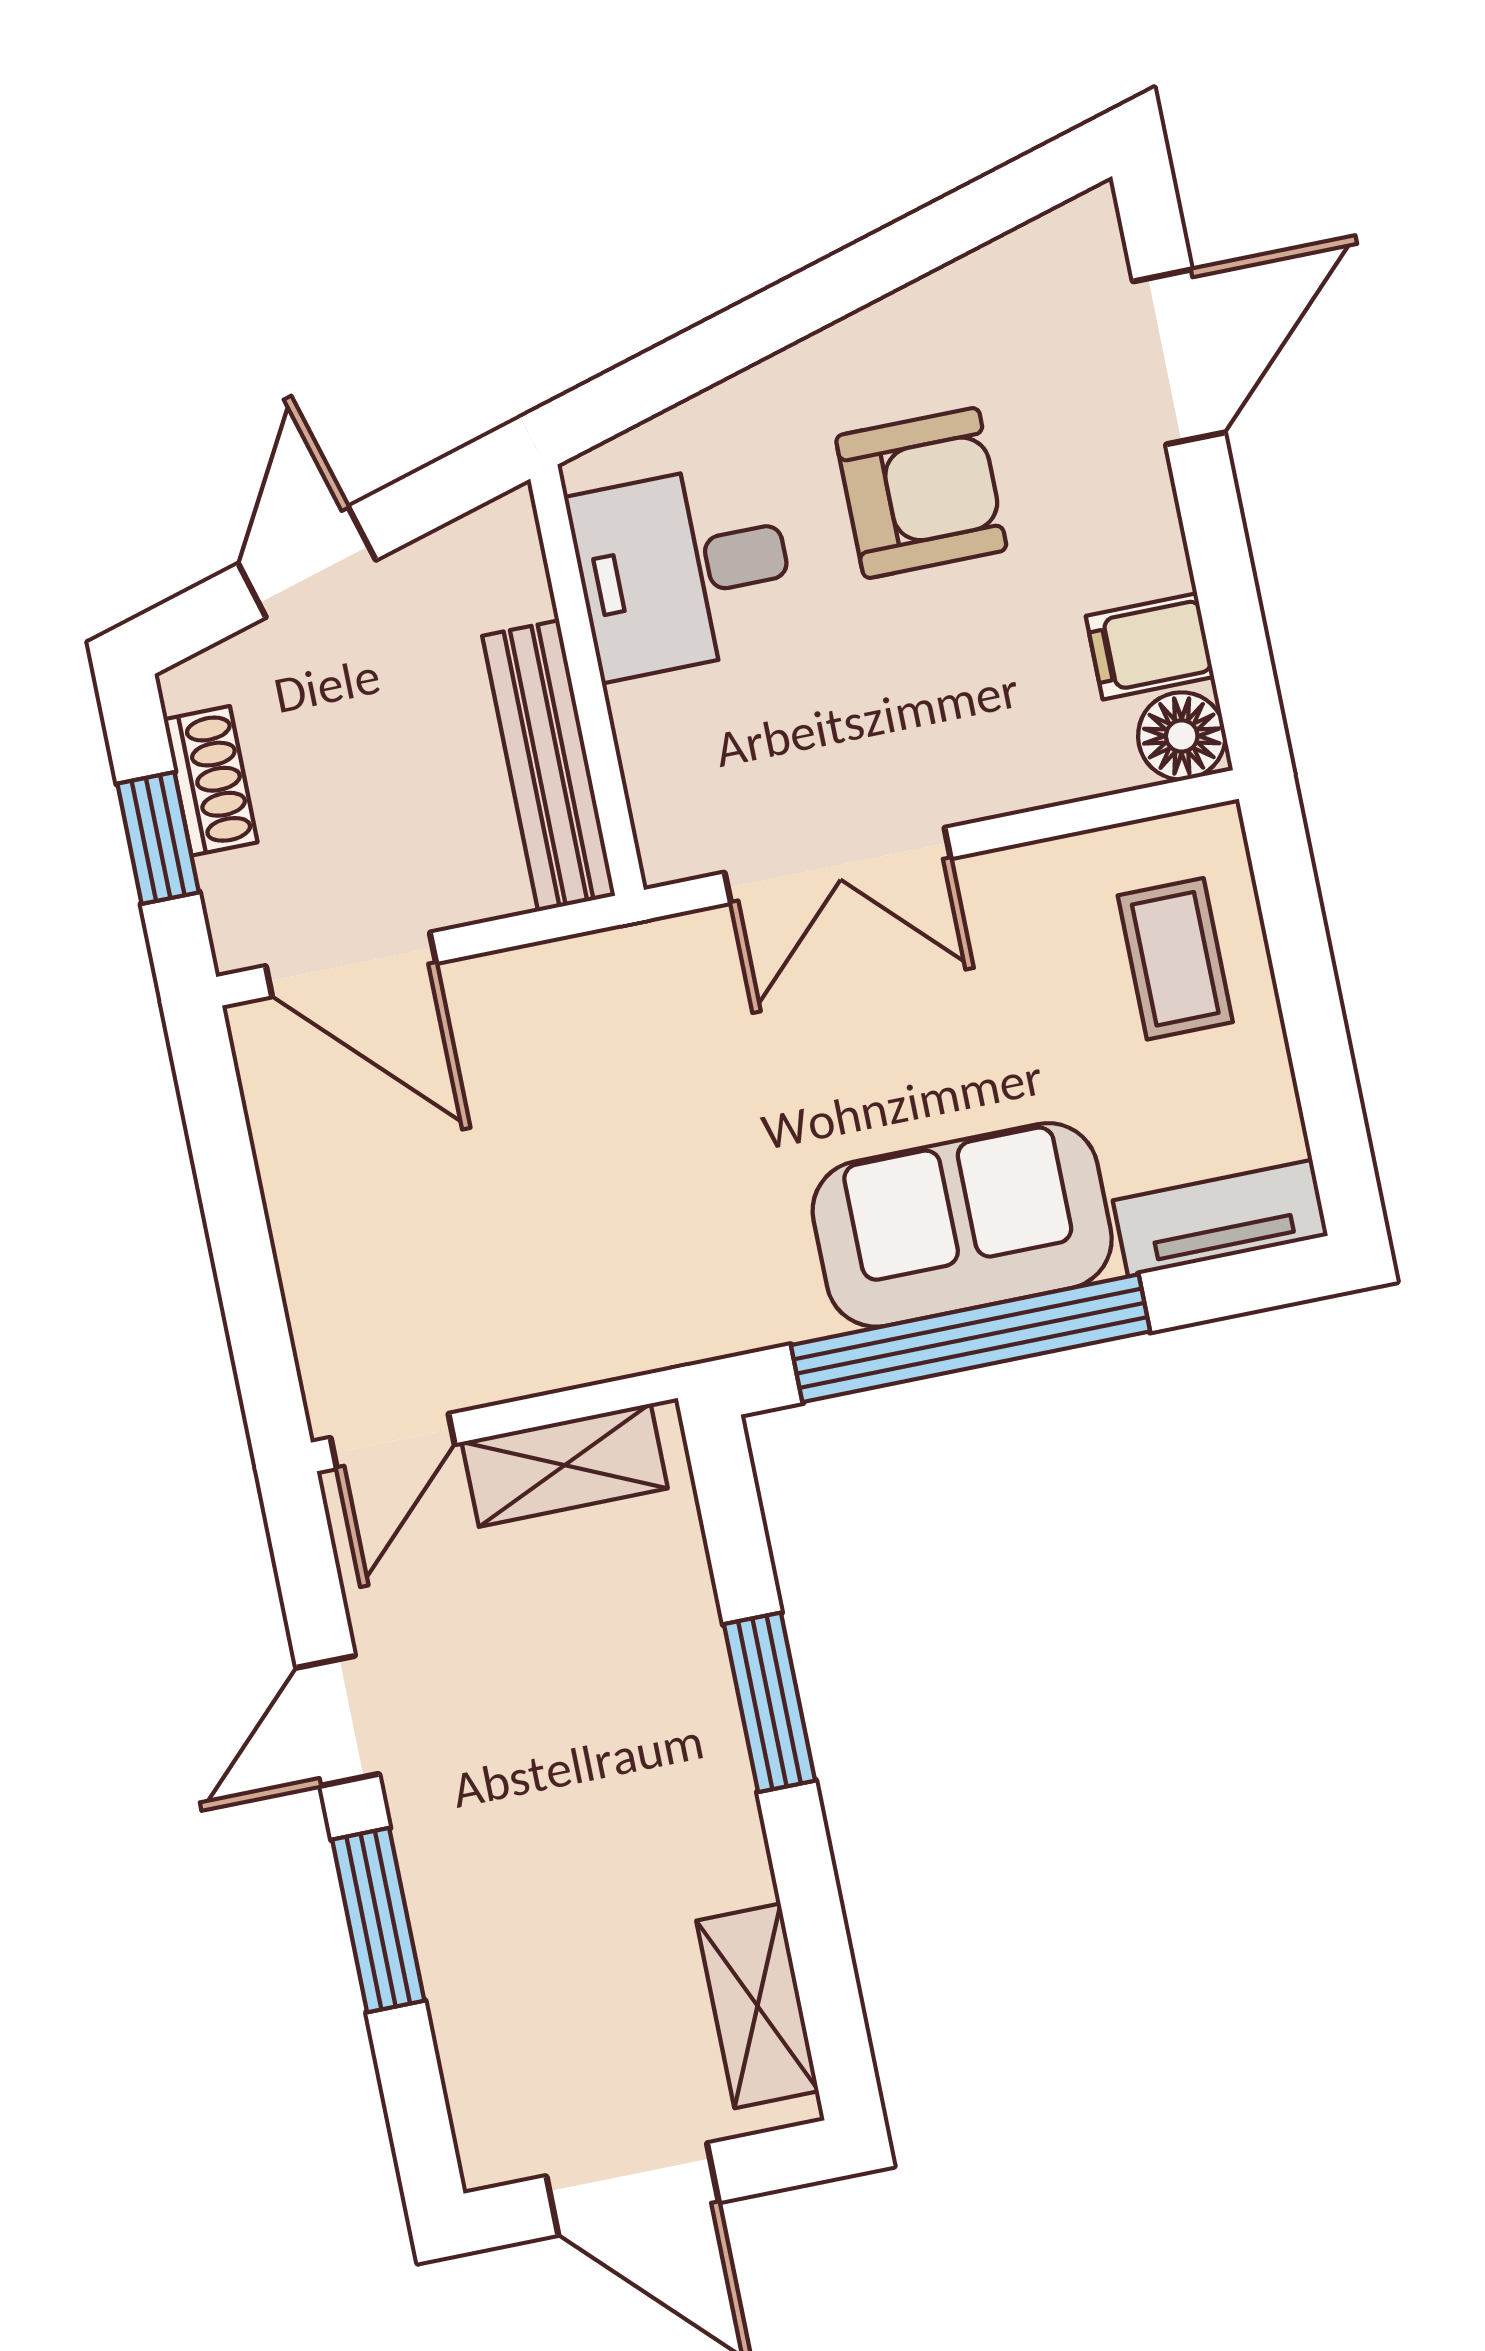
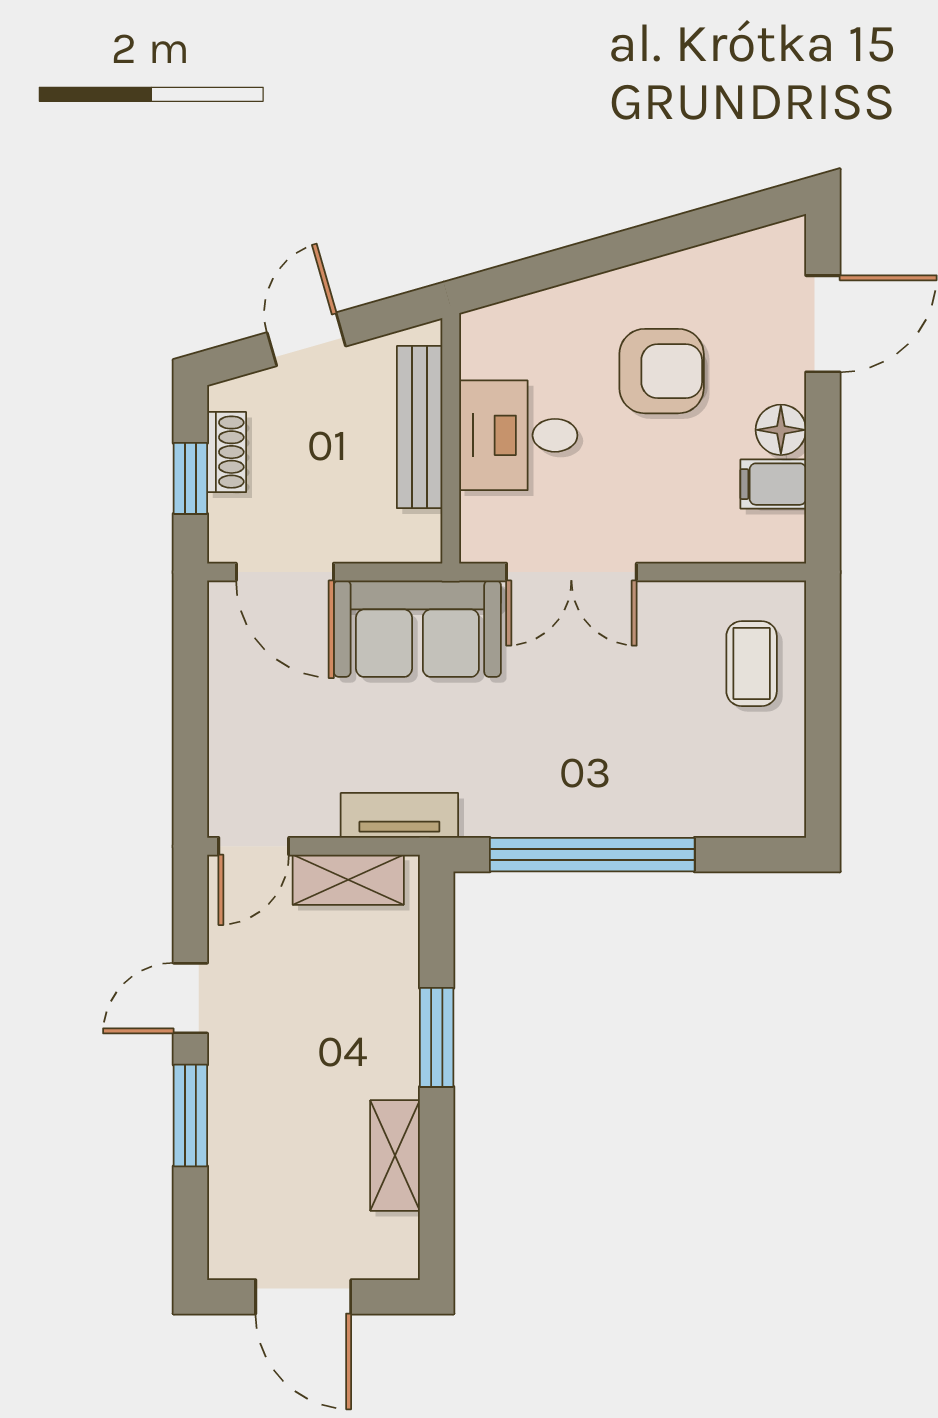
desk: (683, 570) -> (518, 435), moved
floor lamp: (1182, 736) -> (781, 430), moved
bench: (549, 766) -> (420, 427), moved
tv unit: (1220, 1218) -> (399, 815), moved
sofa: (962, 1225) -> (417, 629), moved, turned 180
shelving: (758, 2006) -> (395, 1155), moved

